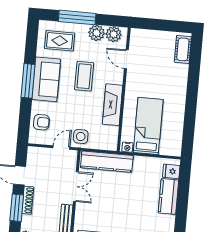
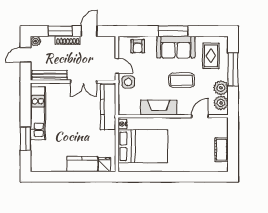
cot: (183, 49) -> (221, 150), moved, turned 90
bed: (148, 126) -> (143, 146), width x1.50

